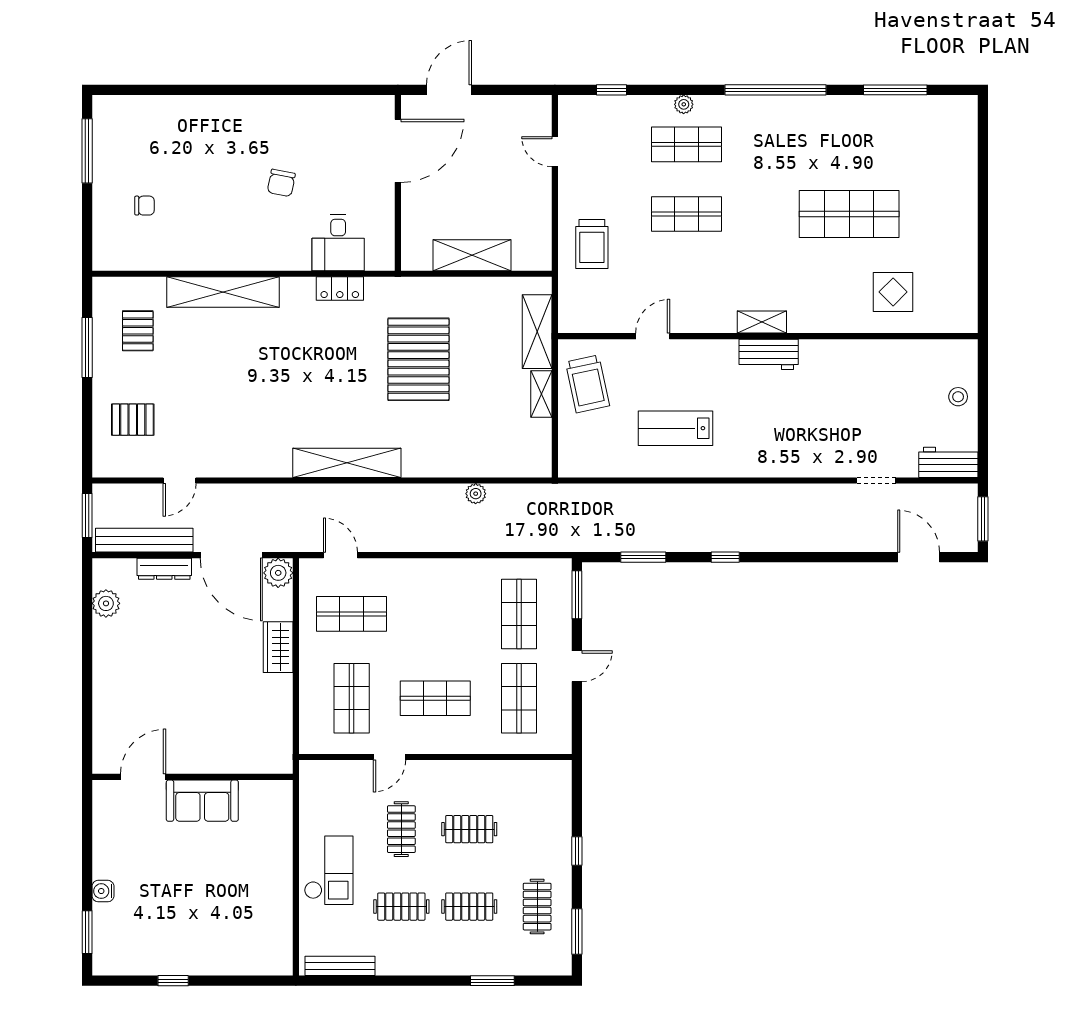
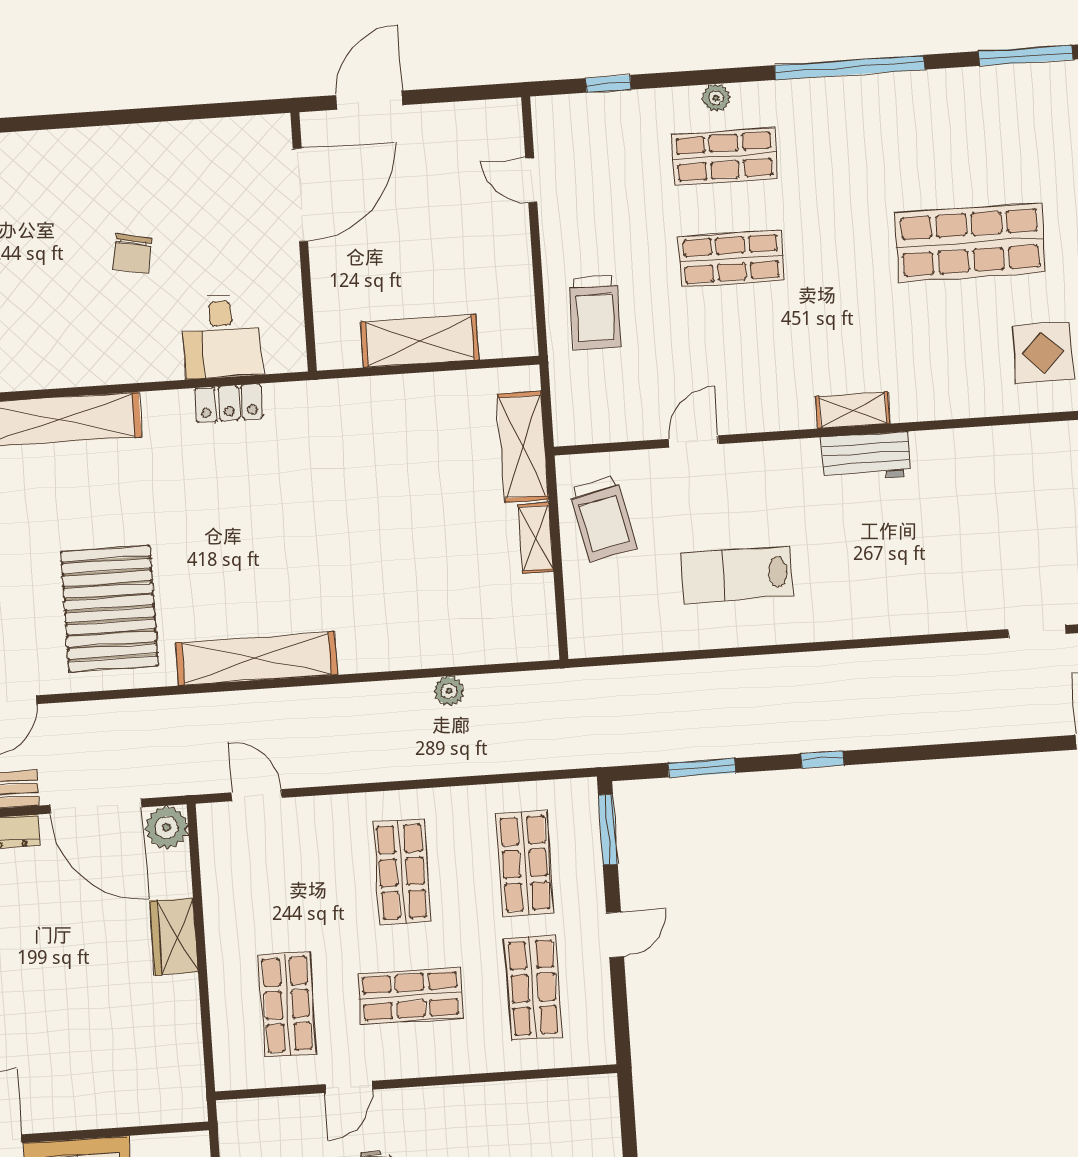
pallet: (418, 359) -> (109, 609), moved
shop shelf: (352, 614) -> (402, 872), moved, turned 90

